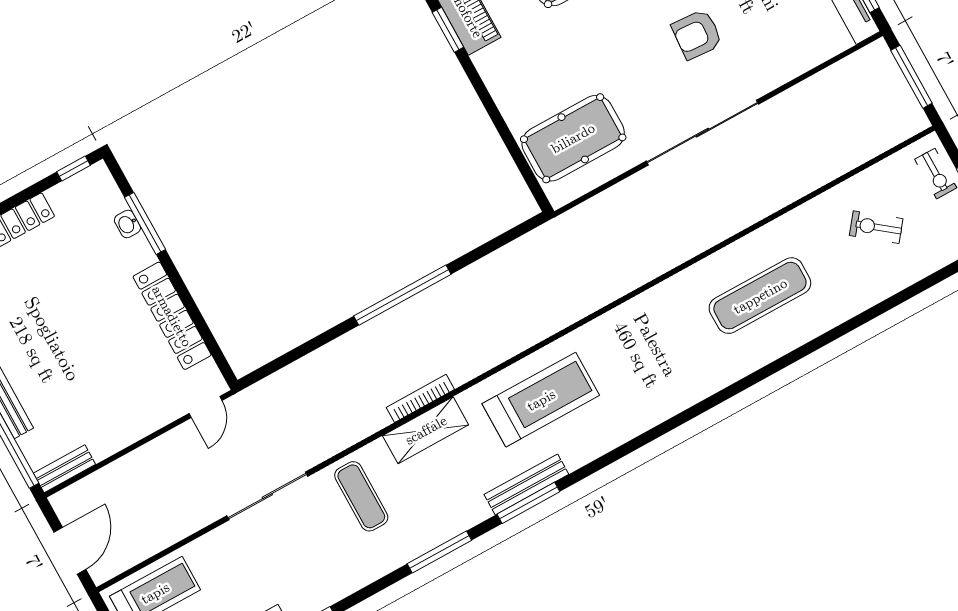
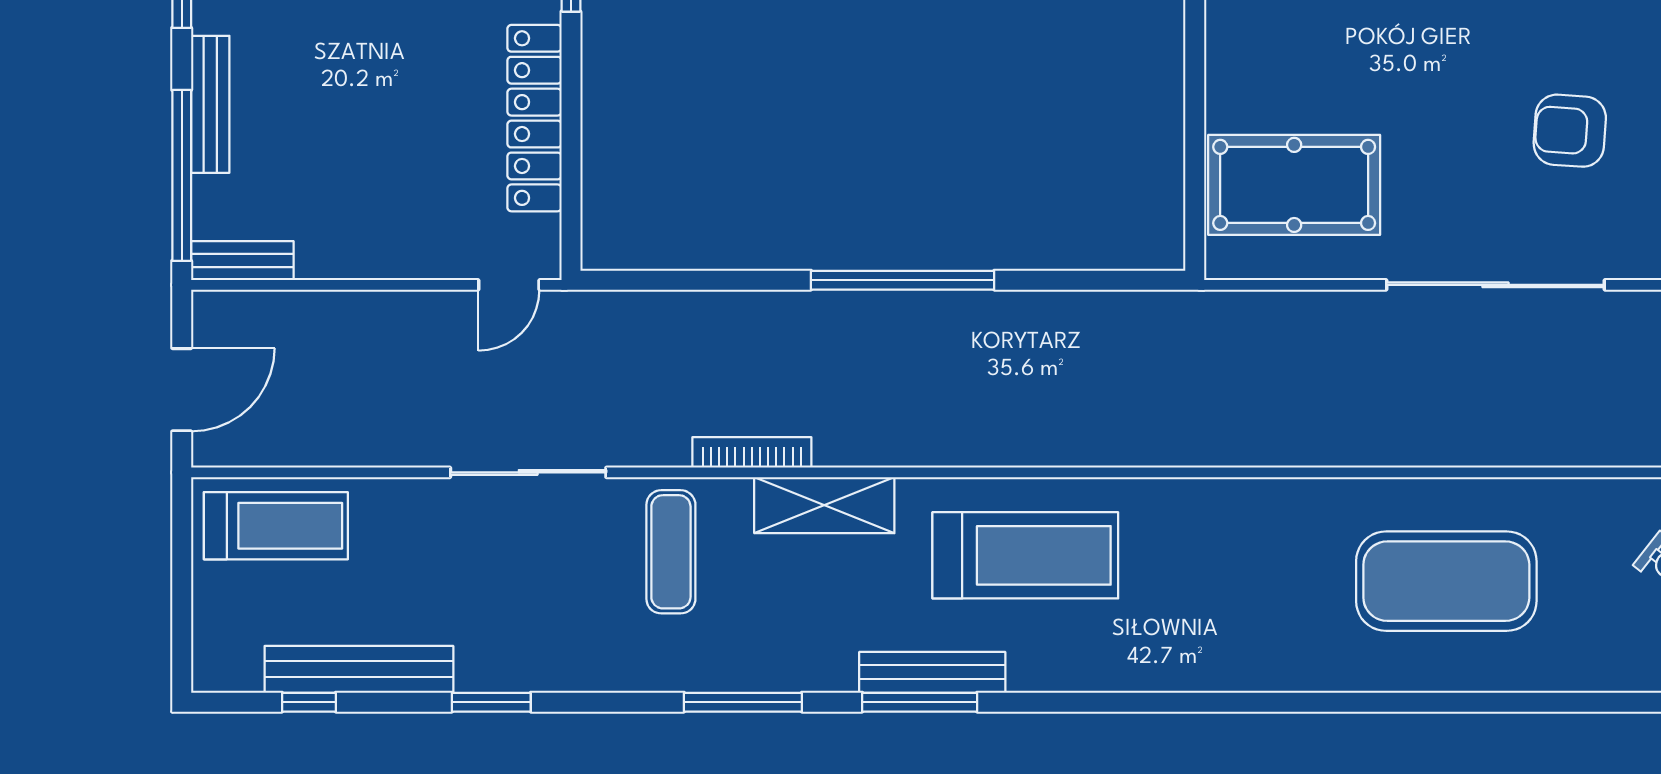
exercise mat: (760, 296) -> (1446, 581), width x1.47
bookcase: (420, 398) -> (752, 452), moved

